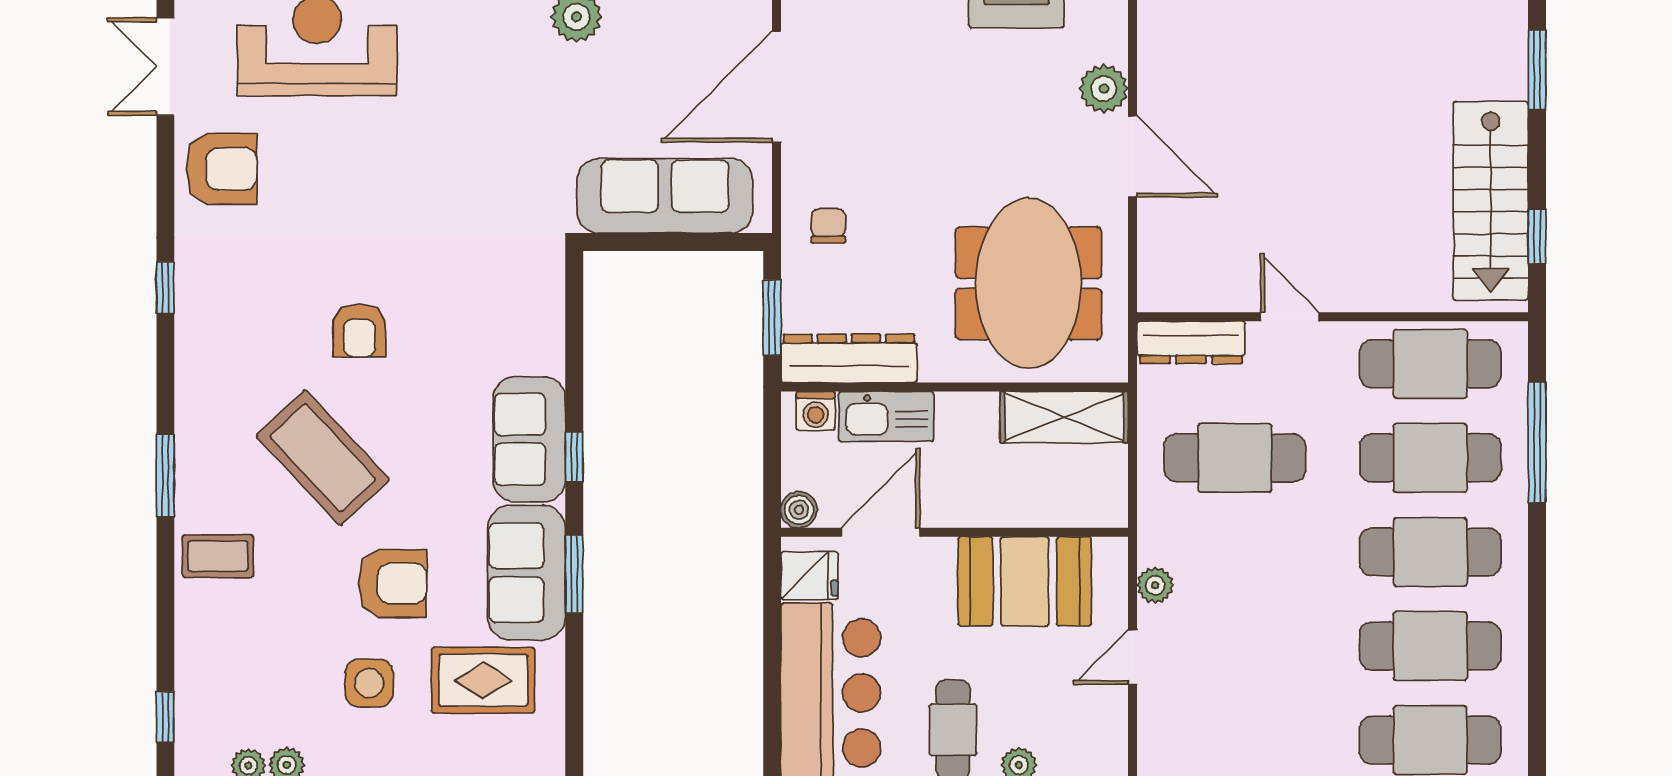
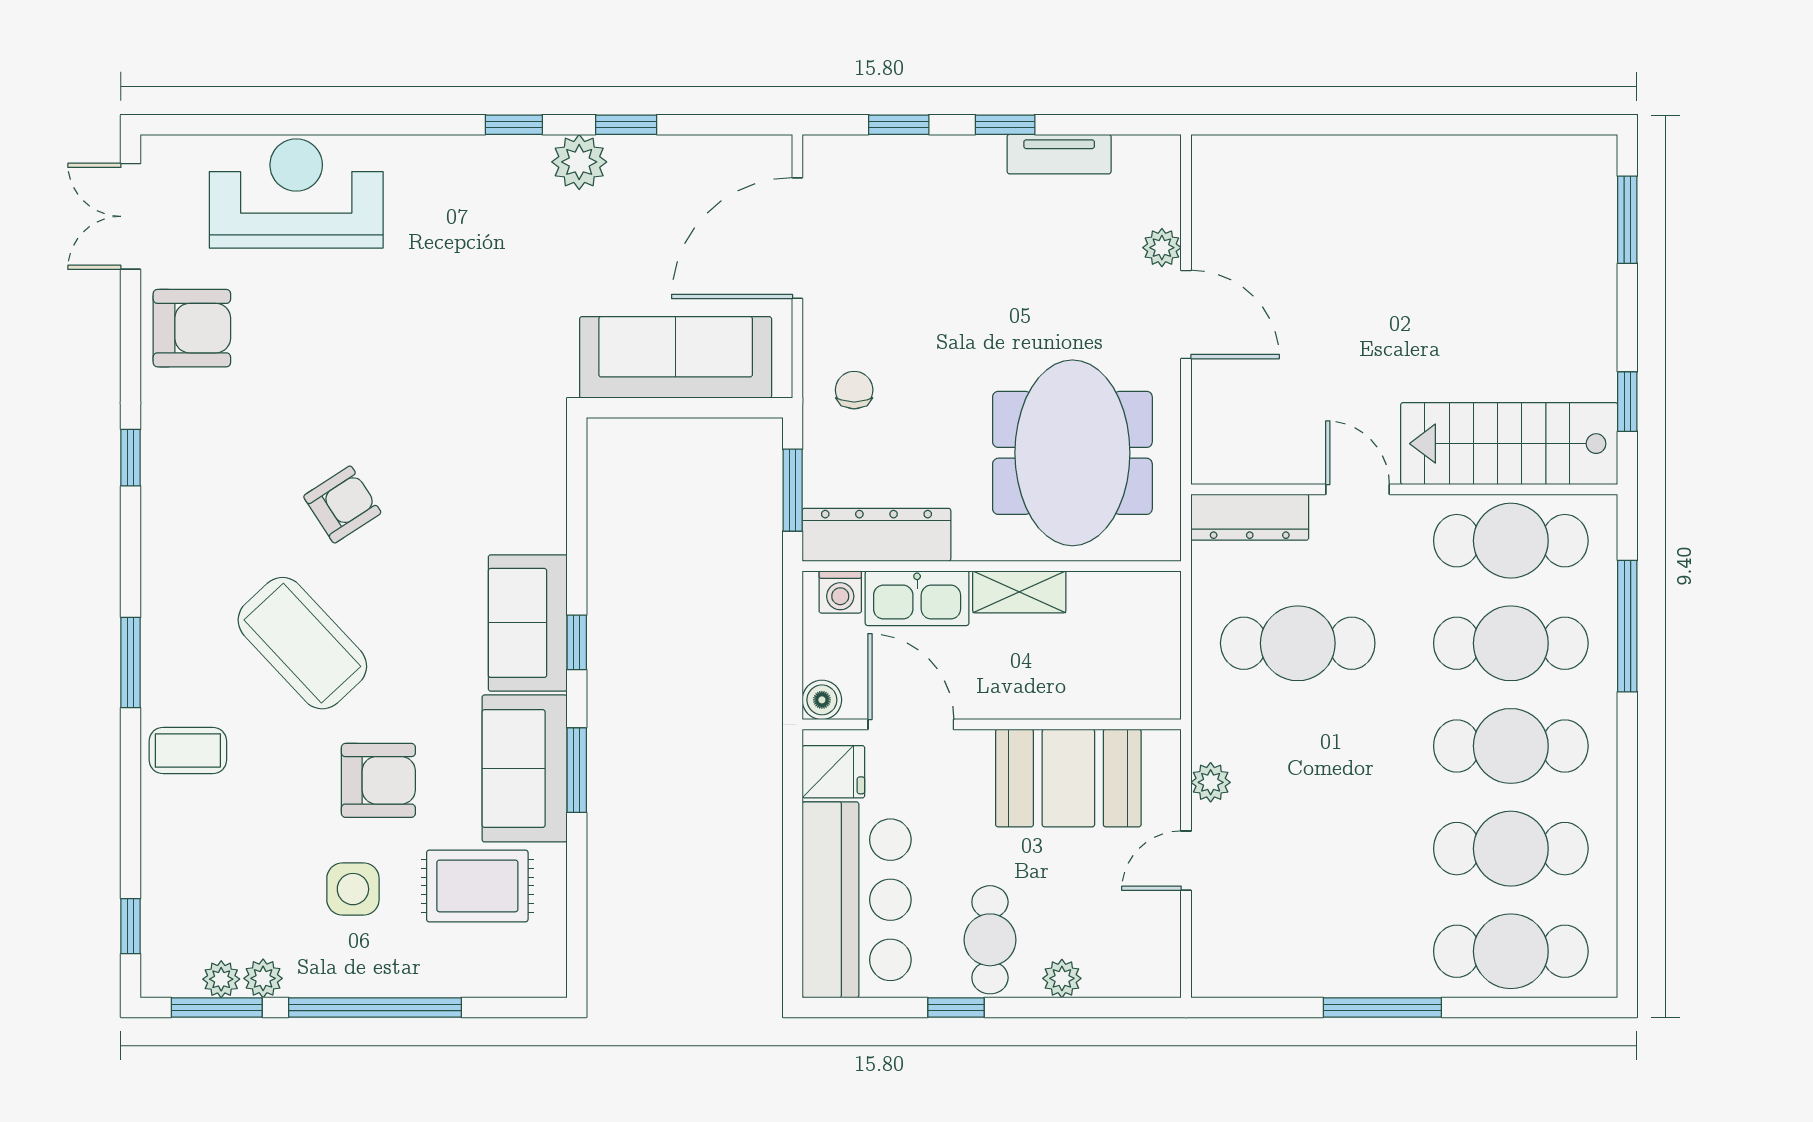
plant: (1104, 89) -> (1162, 248), width x0.73, depth x0.73
stairs: (1491, 201) -> (1509, 444), moved, turned 90
armchair: (359, 331) -> (342, 504), turned -123
shelving: (1064, 417) -> (1019, 592), moved, width x0.67, depth x0.75
door: (880, 532) -> (911, 724), hinge flipped

